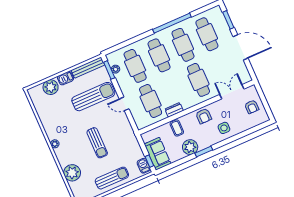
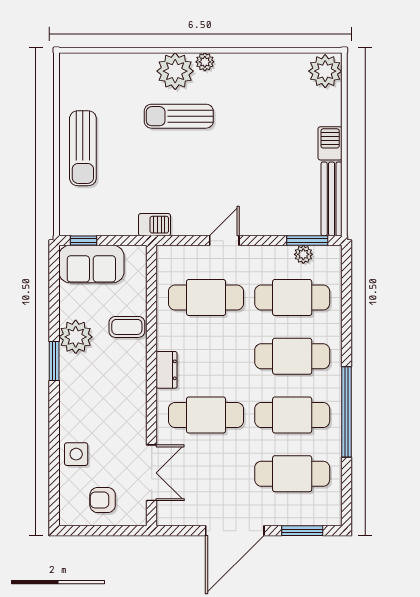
plant: (51, 87) -> (325, 71), moved
sun lounger: (93, 97) -> (267, 184), removed
dresser: (174, 110) -> (167, 370), moved
armchair: (204, 116) -> (127, 393), removed
side table: (224, 128) -> (76, 454), moved
sun lounger: (97, 143) -> (179, 116), moved
barbecue: (144, 166) -> (155, 225), moved
plant: (72, 173) -> (175, 71), moved

